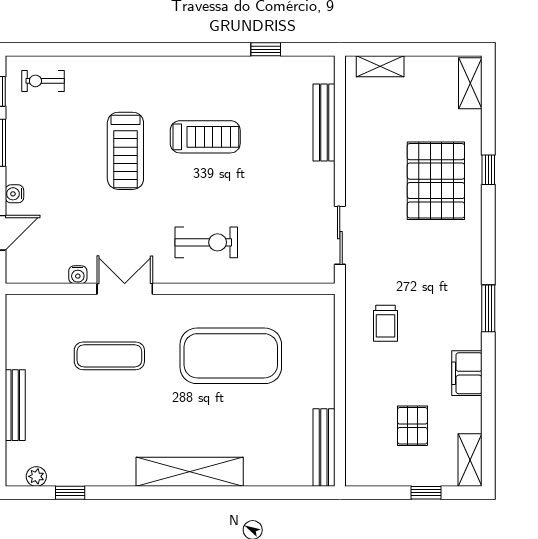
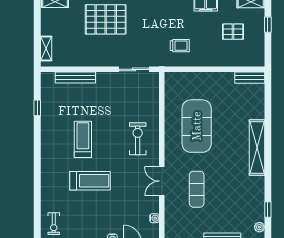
water cooler: (78, 275) -> (154, 218), moved
bench: (324, 448) -> (250, 78), width x0.73

